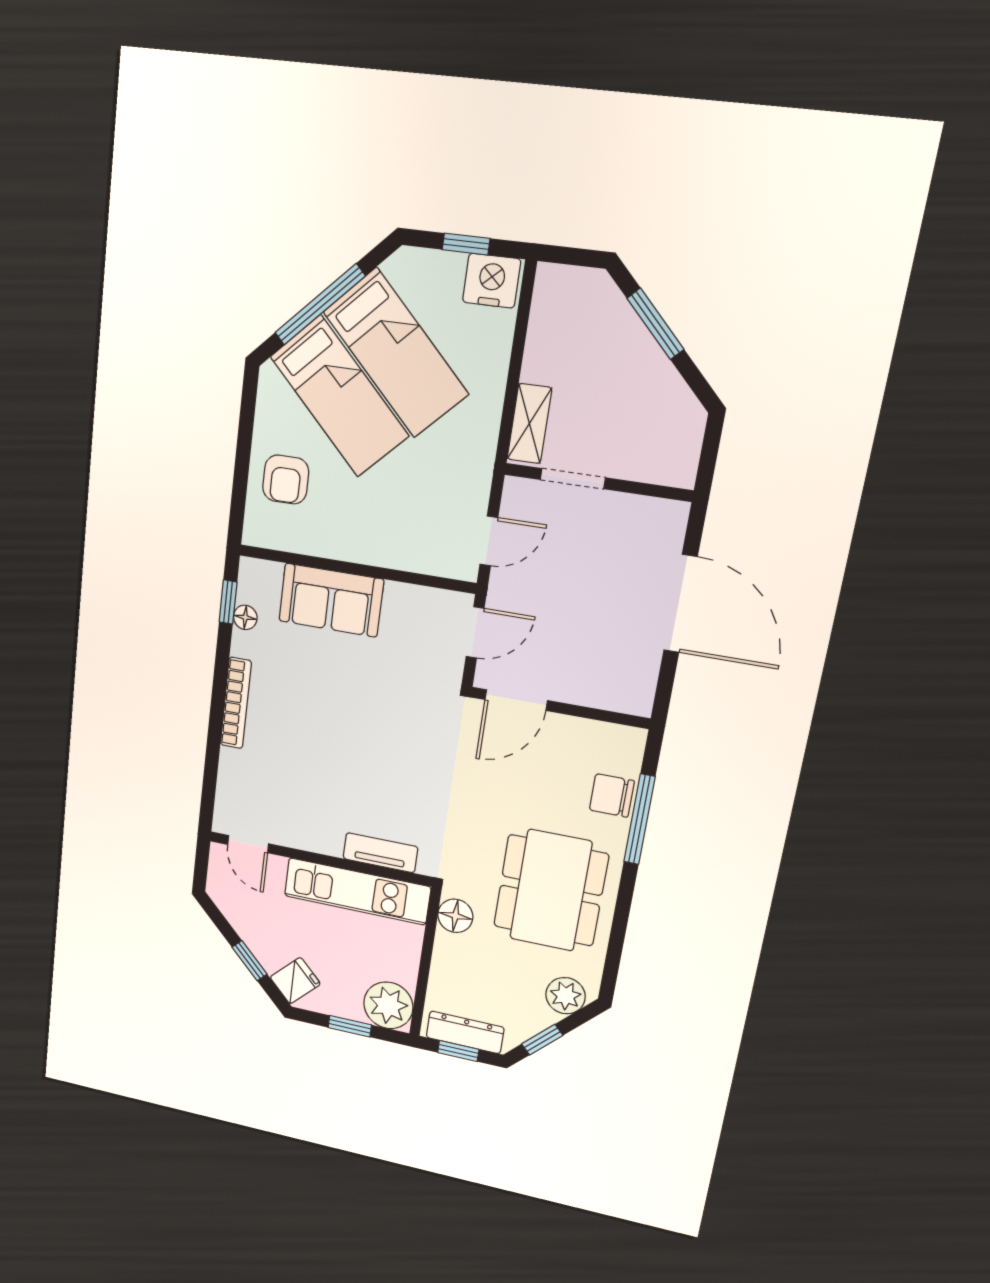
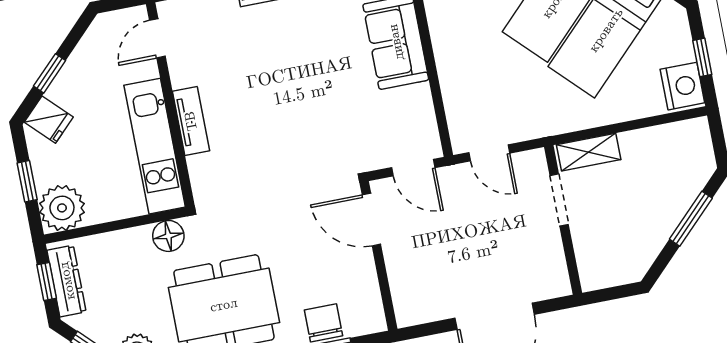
tv unit: (380, 853) -> (191, 121), moved

